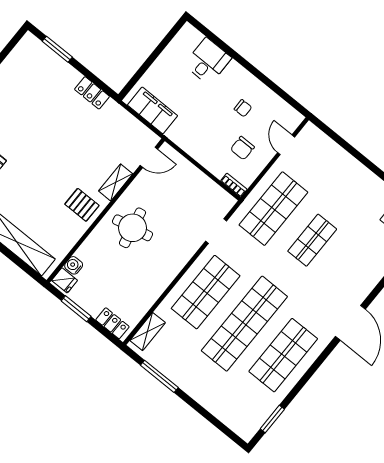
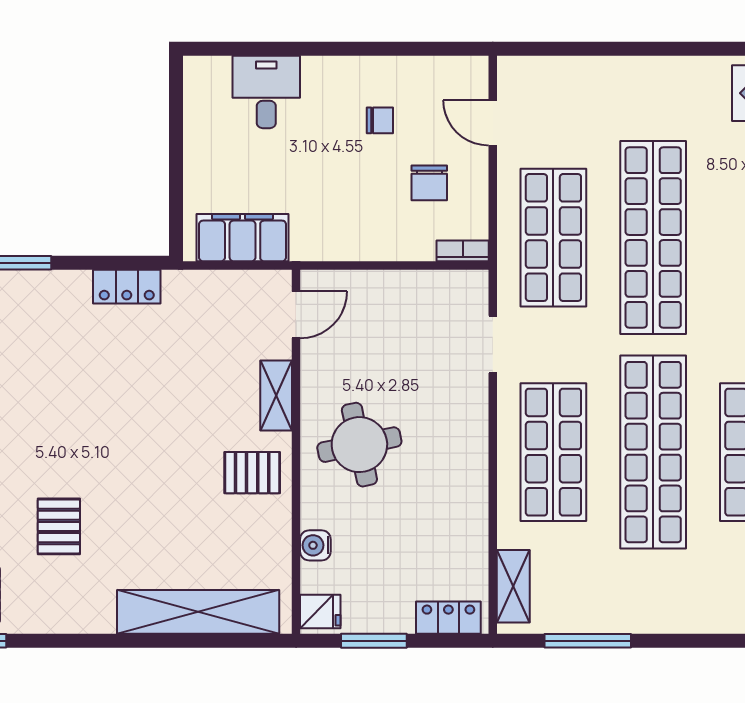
shop shelf: (312, 240) -> (653, 238), width x2.00, depth x1.36
water cooler: (74, 265) -> (315, 545), moved

